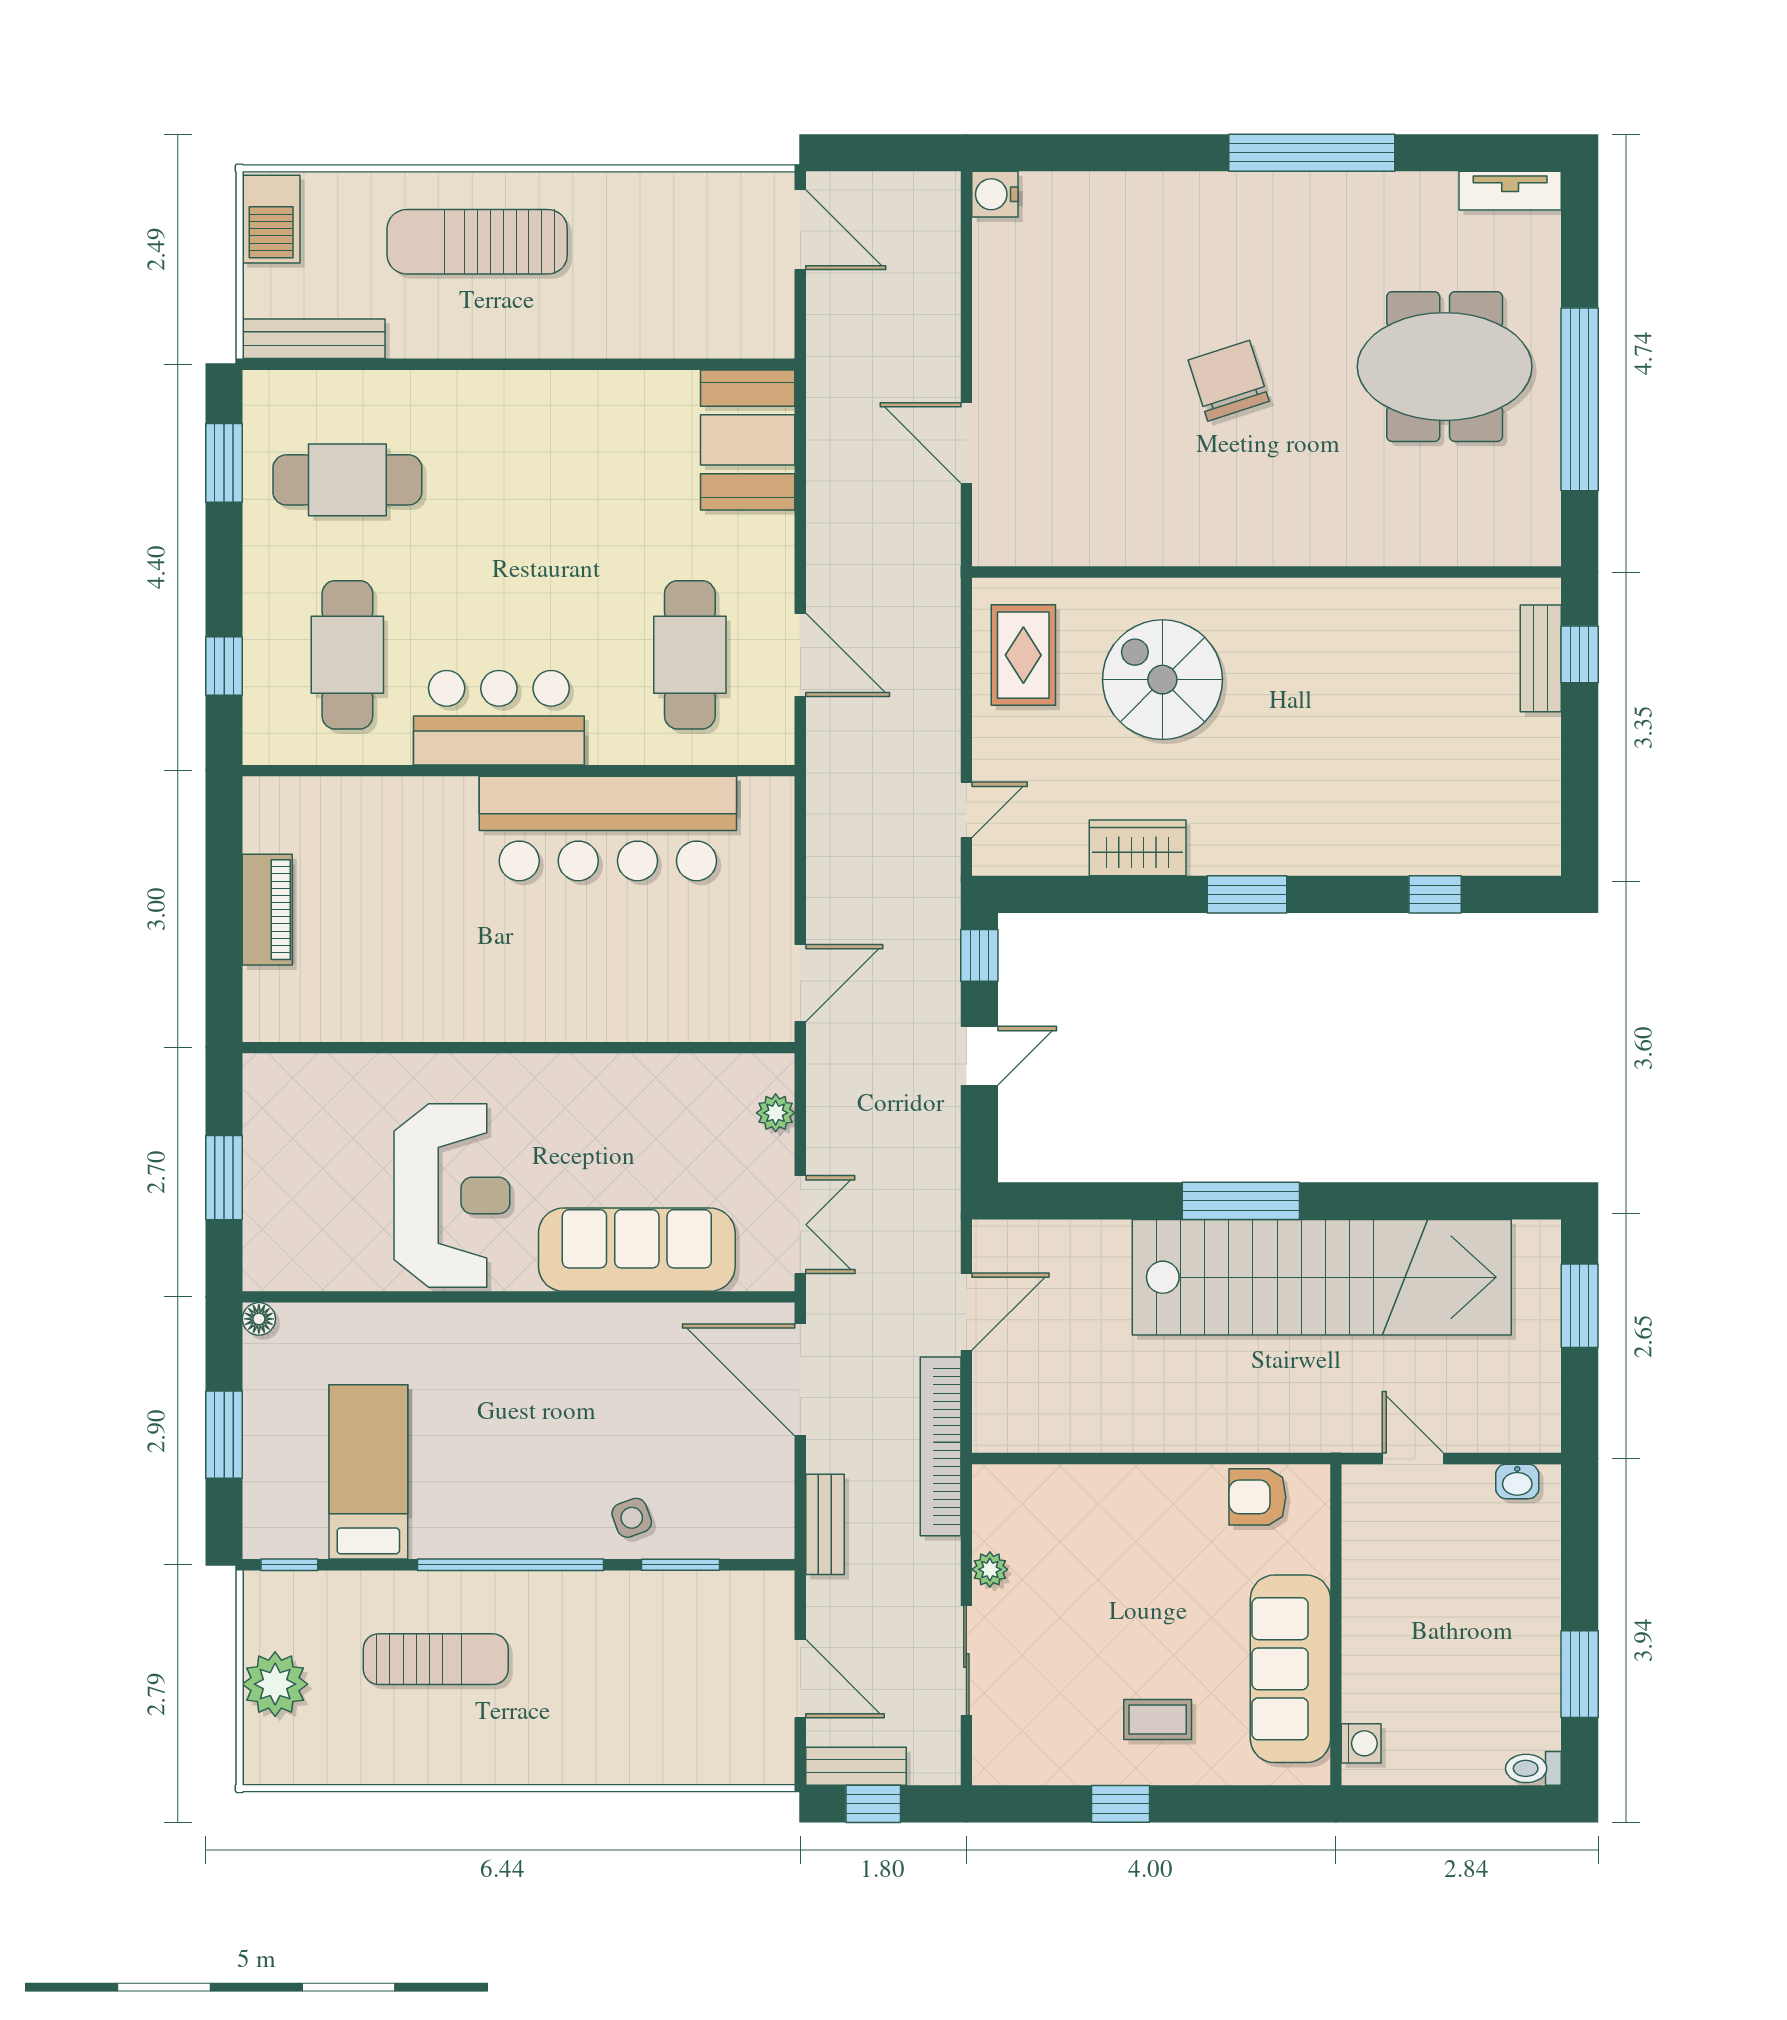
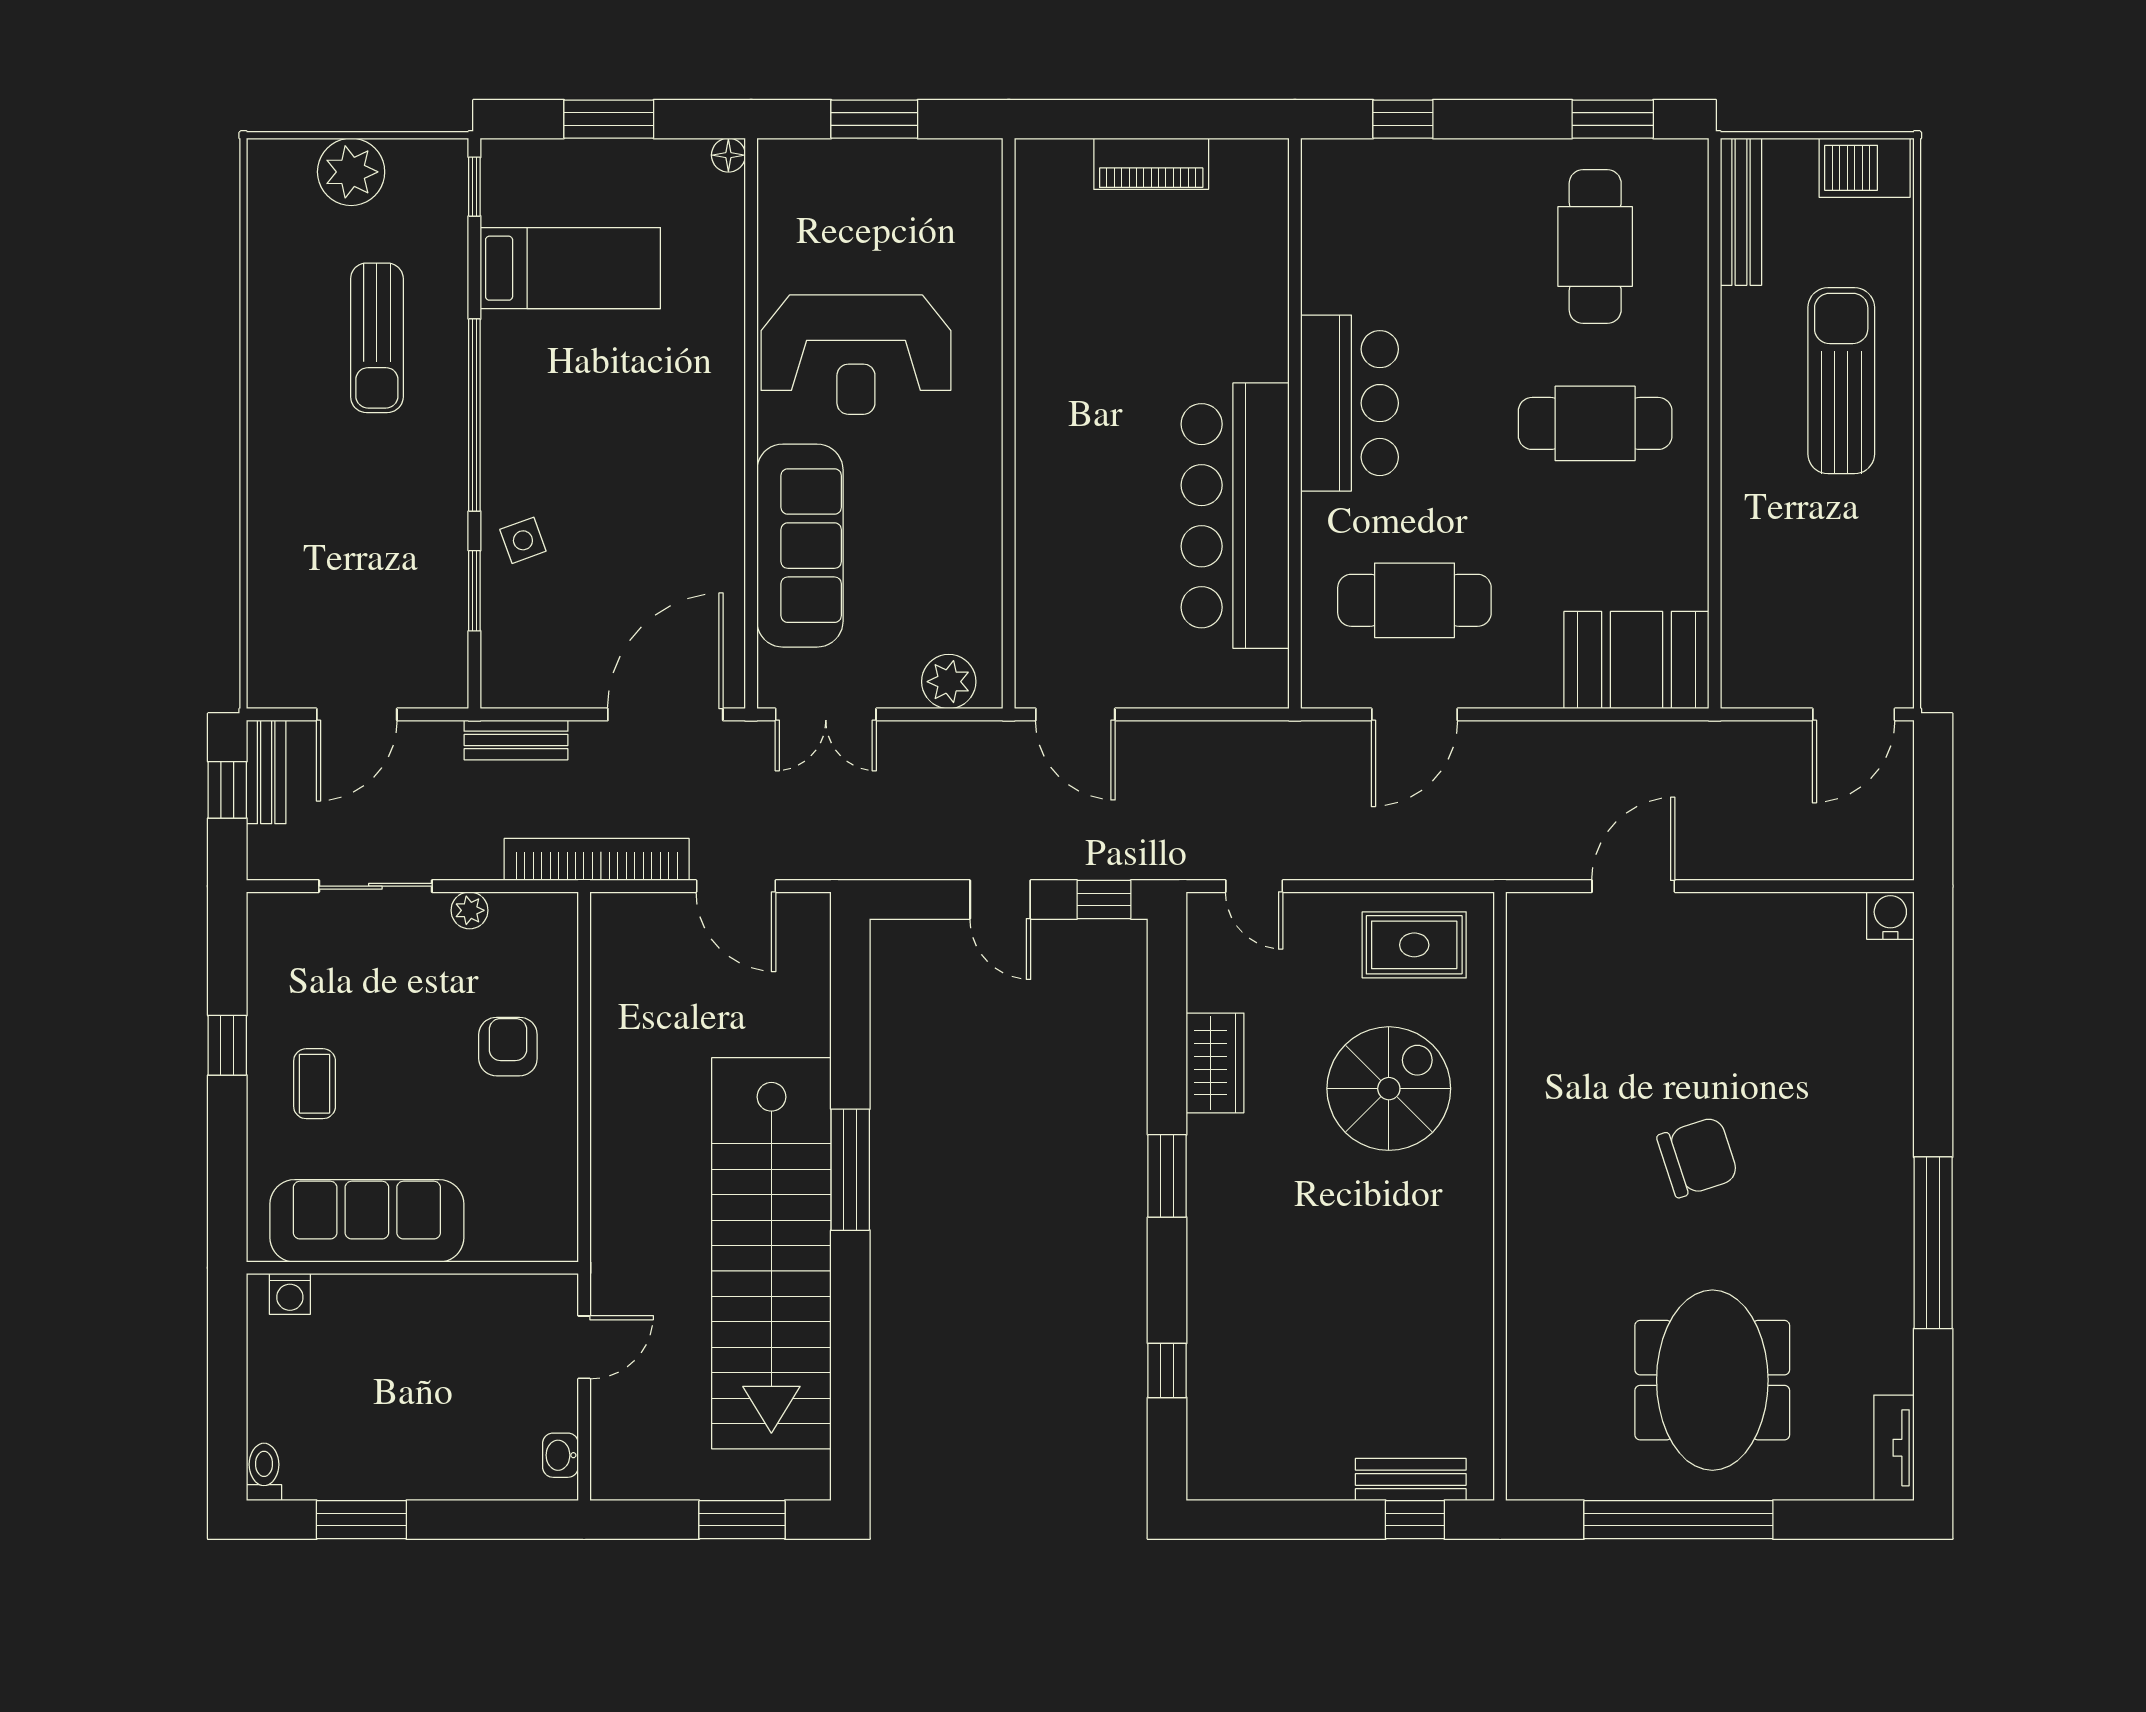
cafe table: (347, 655) -> (1595, 423), moved
plant: (776, 1113) -> (949, 682), width x1.38, depth x1.38
armchair: (1257, 1497) -> (508, 1047), moved

